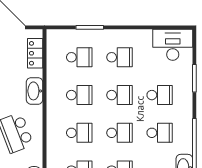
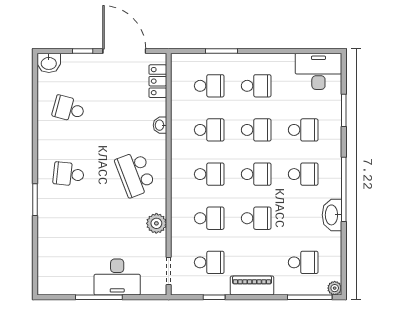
washbasin: (35, 91) -> (160, 125), width x0.52, depth x0.69

